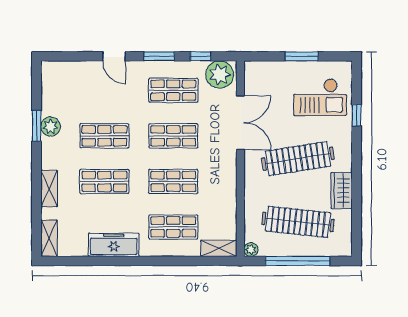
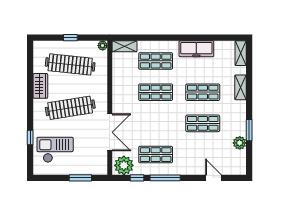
door: (114, 56) -> (213, 178), moved
window: (159, 56) -> (165, 178), width x1.44
window: (302, 56) -> (80, 178), moved
double door: (240, 123) -> (110, 132), swing flipped
plant: (51, 126) -> (240, 143), moved
shop shelf: (173, 136) -> (156, 123), removed
window: (298, 261) -> (70, 38), width x0.32

